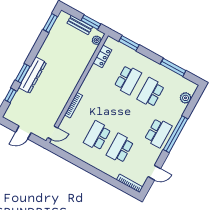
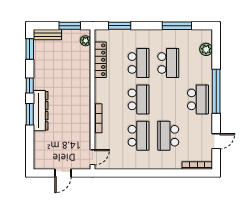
bench: (80, 25) -> (47, 35), moved
locker: (102, 56) -> (100, 60), width x1.53
school desk: (151, 92) -> (168, 63), turned 180
window: (10, 95) -> (30, 86), moved
school desk: (112, 108) -> (139, 99), added
school desk: (97, 136) -> (139, 136), turned 180

